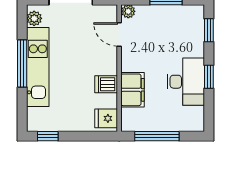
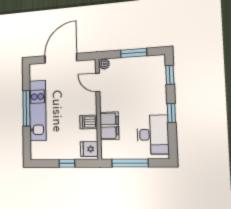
plant: (34, 18) -> (35, 74), removed
desk: (186, 82) -> (153, 135), moved
window: (48, 136) -> (67, 163), moved

